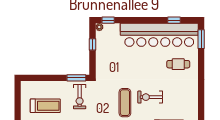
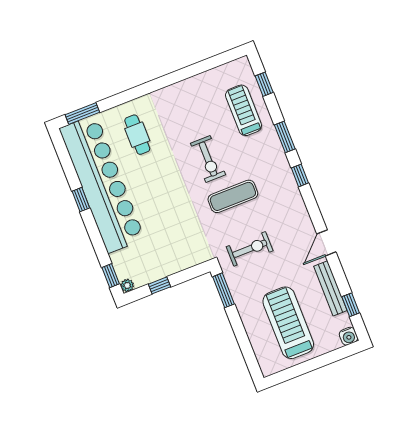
window: (174, 20) -> (81, 200), moved
exercise bike: (80, 97) -> (250, 249), moved
treadmill: (45, 106) -> (288, 323), width x1.37, depth x1.38

